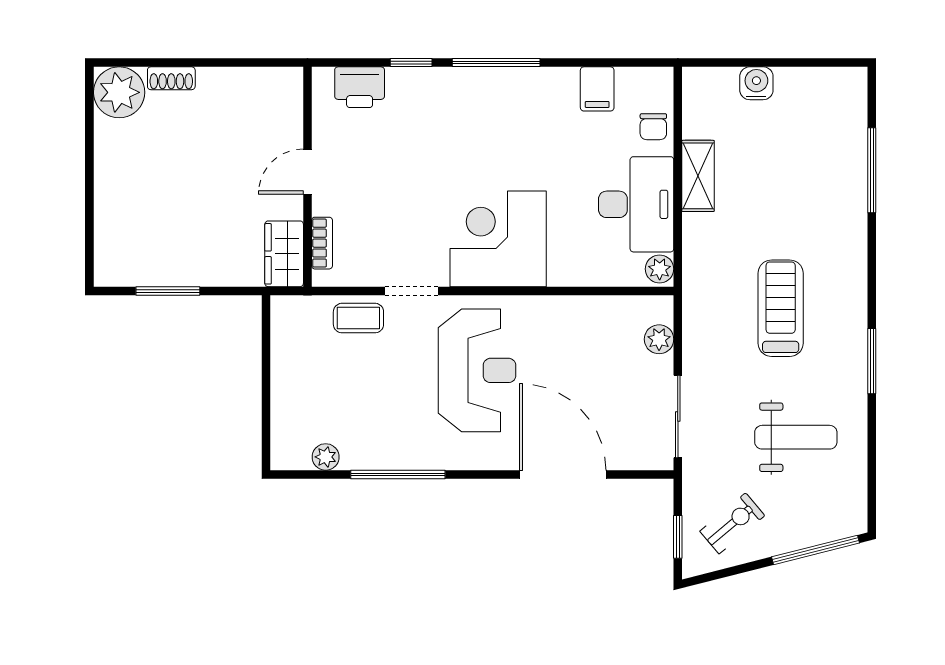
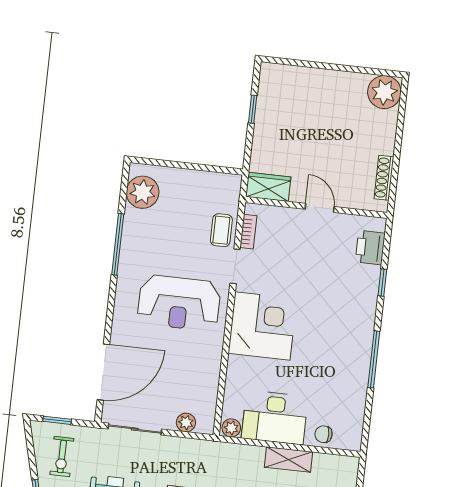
window: (496, 63) -> (374, 359), moved
shoe rack: (171, 78) -> (384, 178), moved, width x1.43
filing cabinet: (597, 89) -> (352, 401), removed
bookcase: (322, 243) -> (248, 232), moved, turned -90
window: (168, 291) -> (253, 109), width x0.67
plant: (326, 457) -> (143, 192), width x1.88, depth x1.88
door: (563, 474) -> (103, 372), moved
exercise bike: (732, 523) -> (62, 456), turned 40

